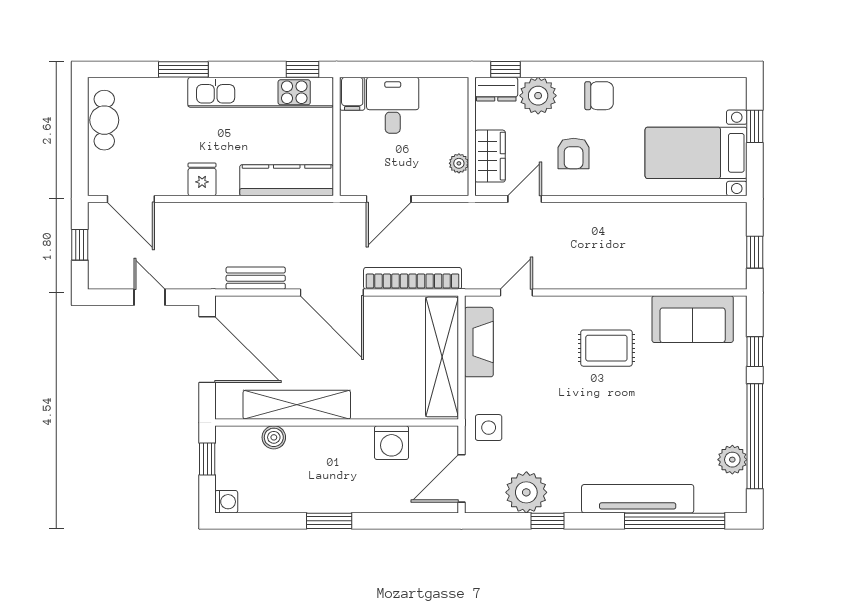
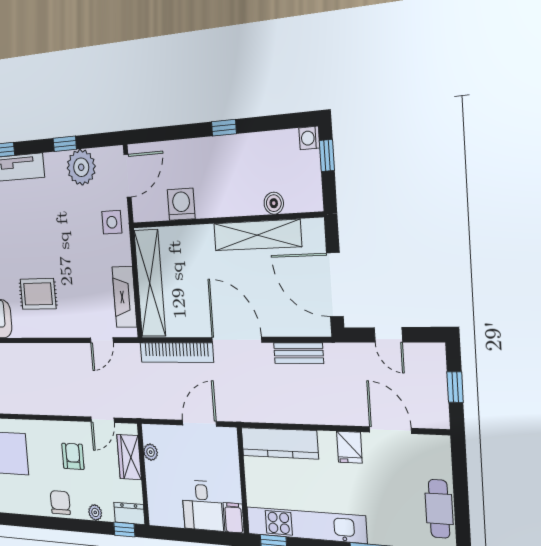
plant: (538, 96) -> (95, 512), width x0.53, depth x0.53
chair: (599, 96) -> (60, 503), turned 90
door: (131, 199) -> (390, 430), moved
window: (207, 459) -> (327, 155), moved
window: (329, 521) -> (224, 128), width x0.67

